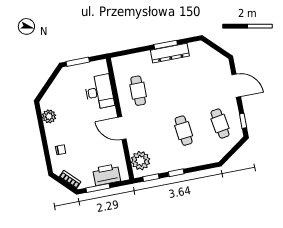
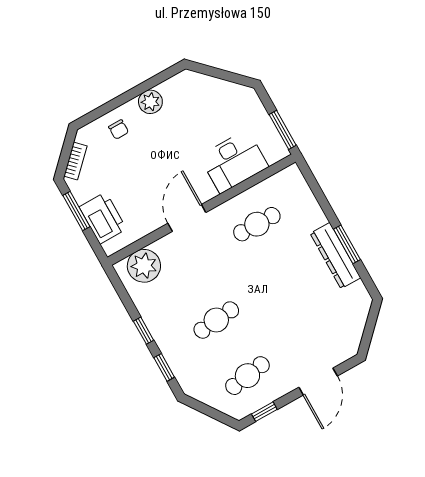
window: (78, 62) -> (283, 130), moved
plant: (49, 116) -> (150, 102), moved
window: (151, 178) -> (164, 367), moved

